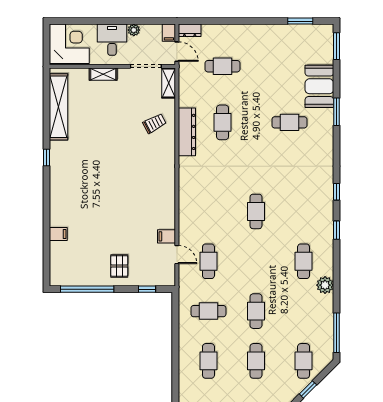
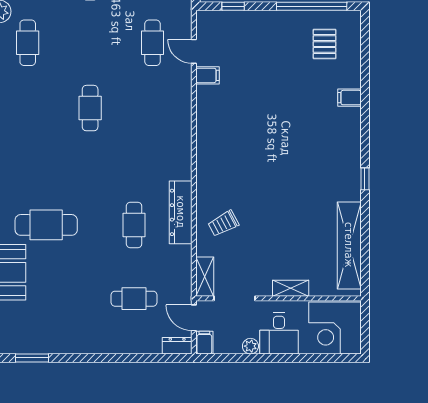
cafe table: (289, 122) -> (46, 225), width x1.37, depth x1.35
filing cabinet: (58, 234) -> (349, 98), moved
pallet: (119, 266) -> (325, 44), moved

